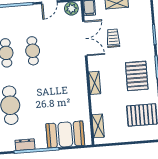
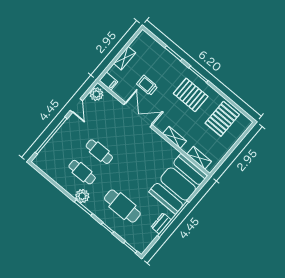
double door: (85, 39) -> (138, 115), moved
shelving: (95, 83) -> (175, 137), moved
booth: (65, 134) -> (178, 184), width x1.36, depth x1.42

